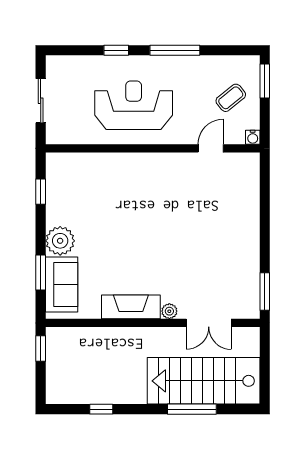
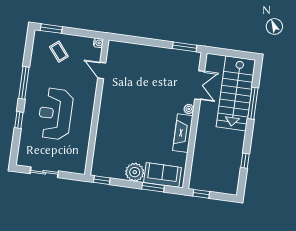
water cooler: (253, 137) -> (98, 43), moved
wall: (153, 148) -> (97, 107), moved
door: (211, 148) -> (102, 70), moved

